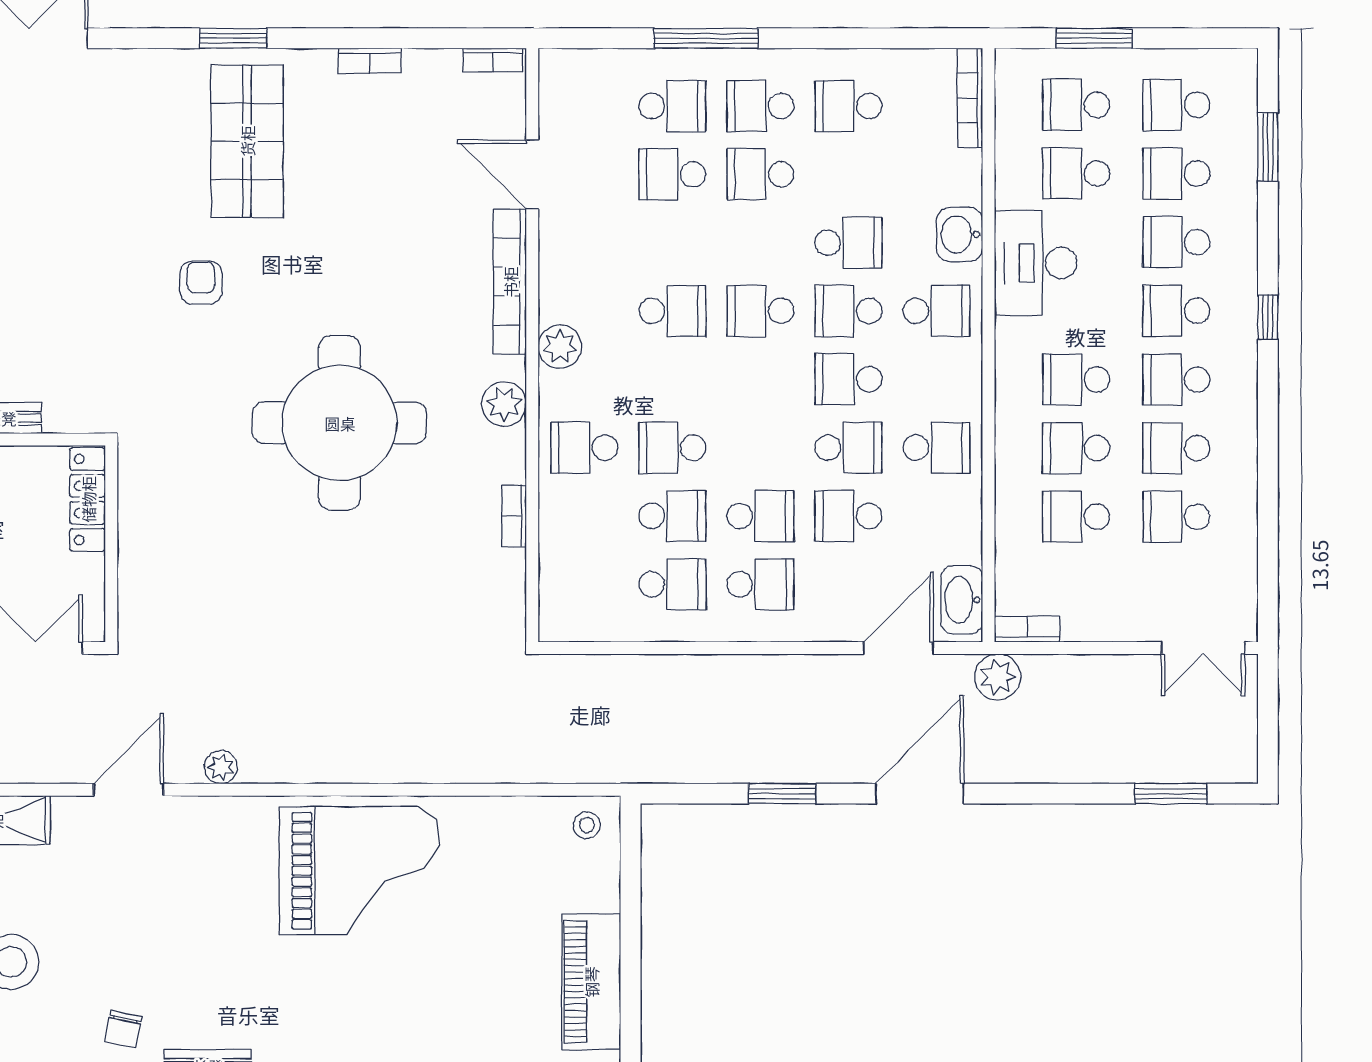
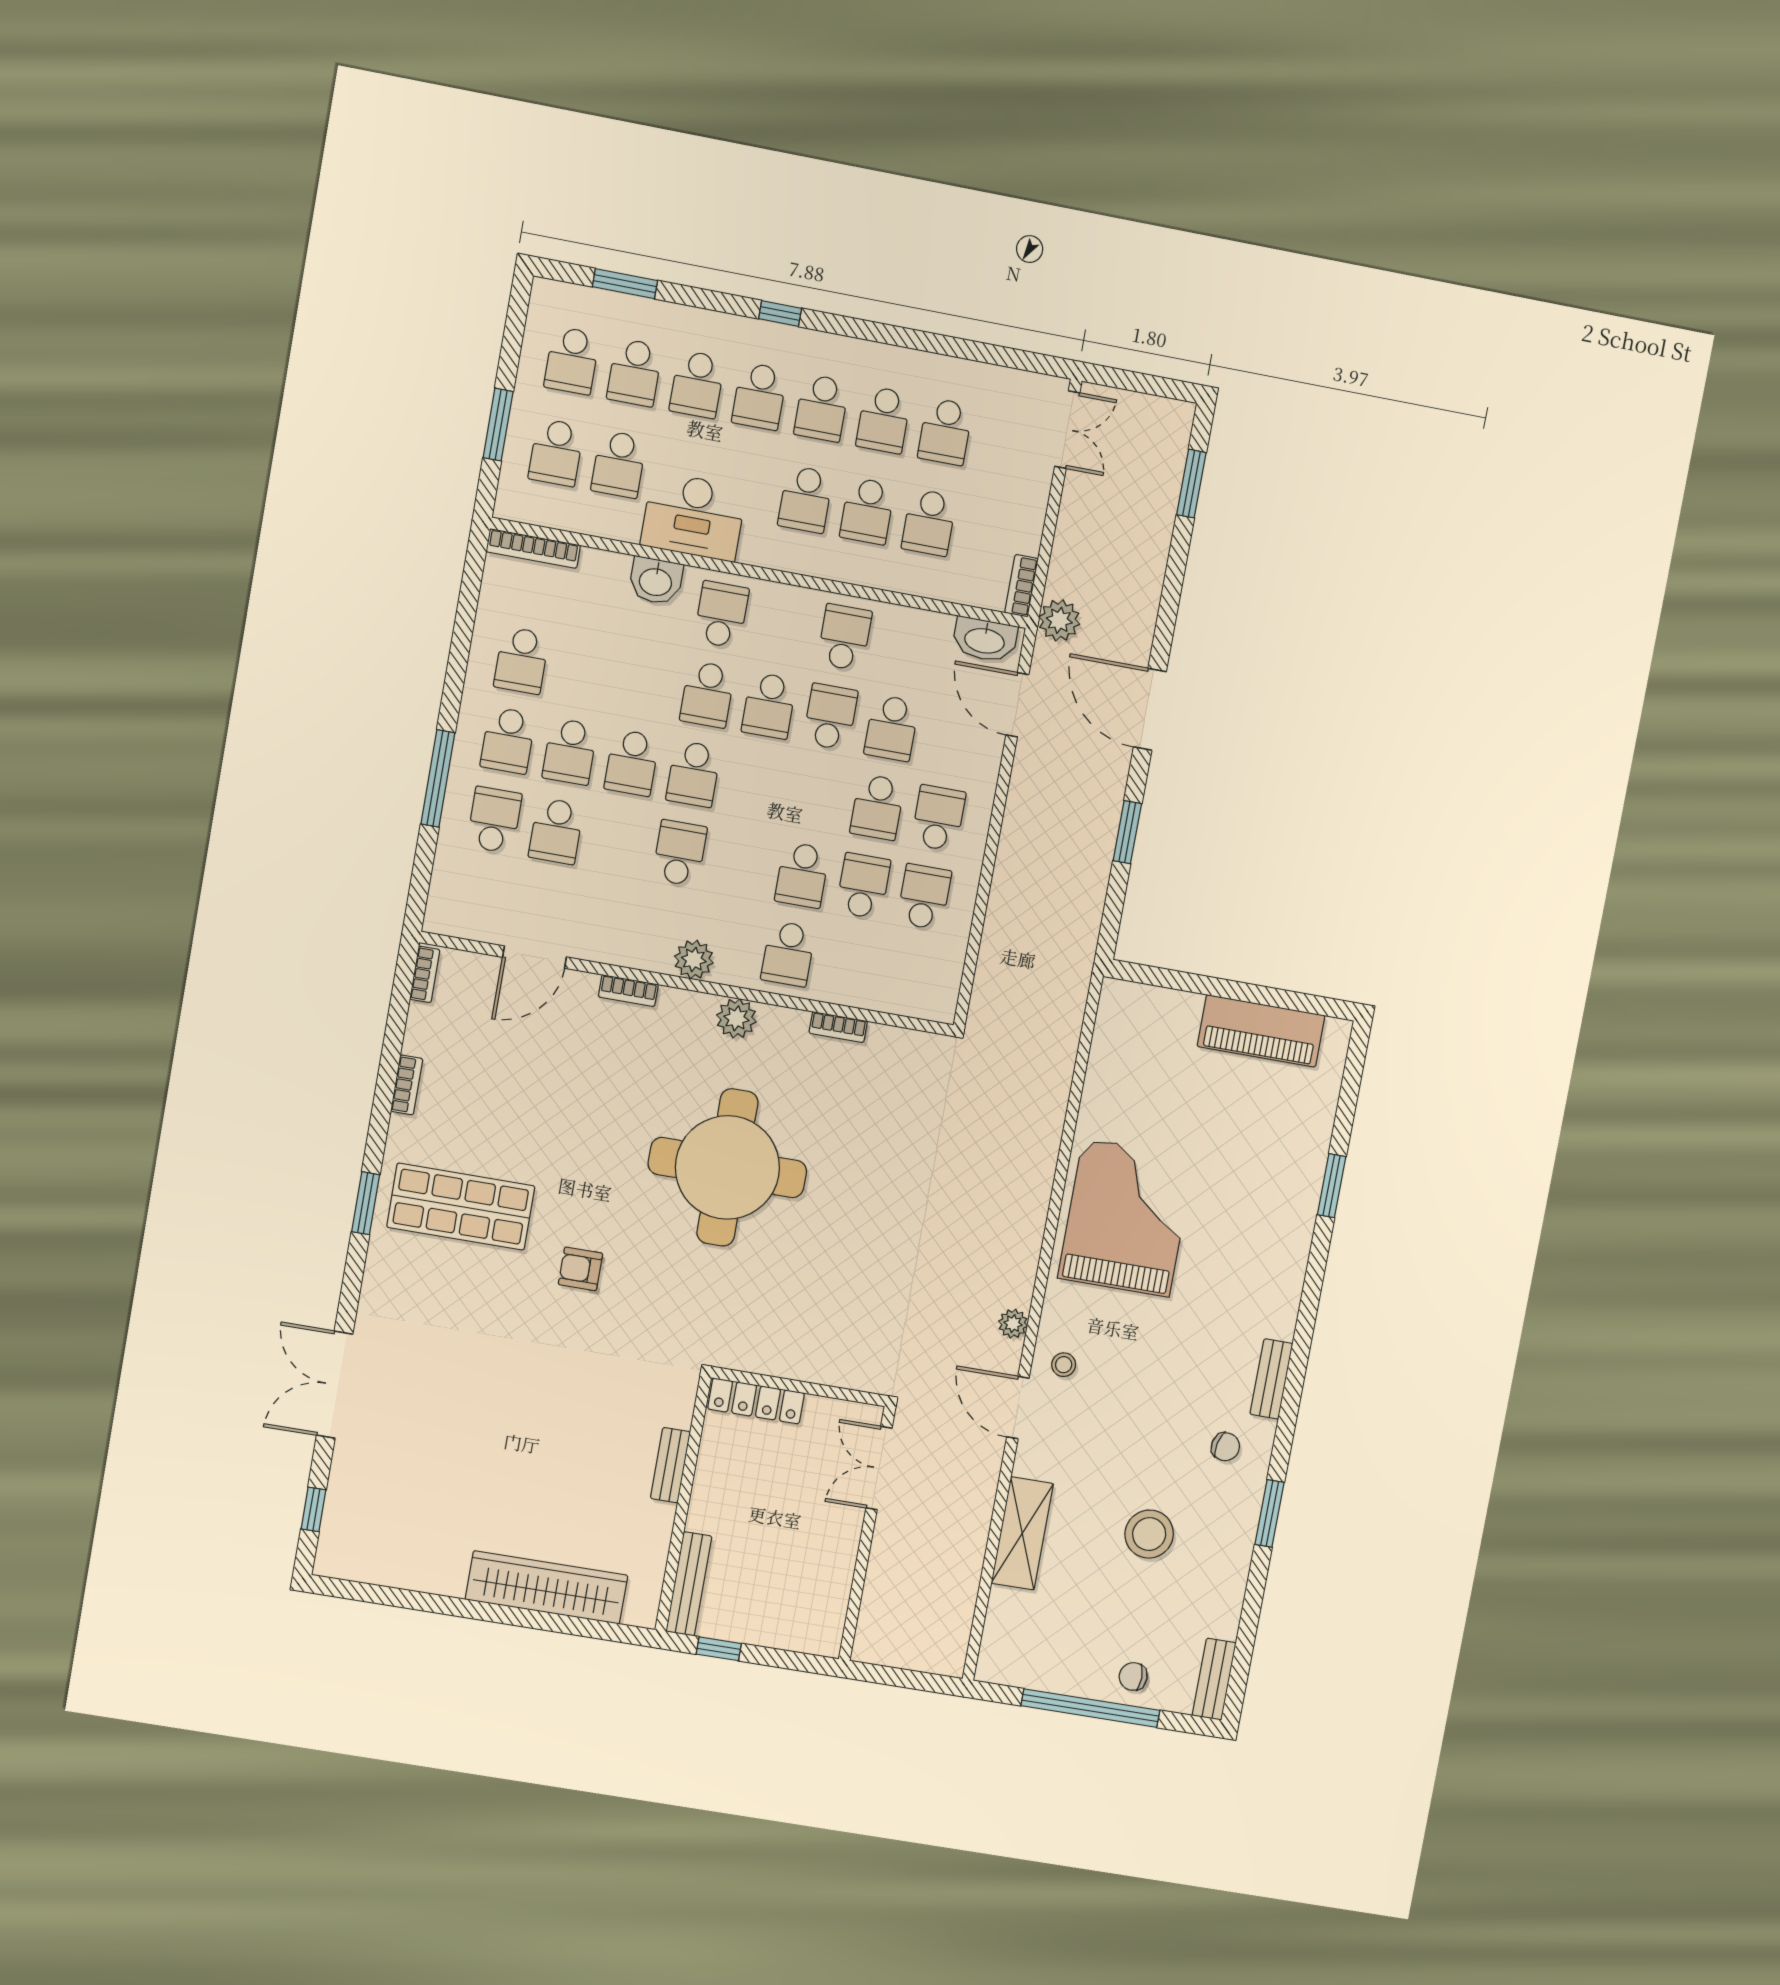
school desk: (848, 243) -> (632, 763), moved, turned 180
bookcase: (510, 282) -> (628, 991), width x0.43, depth x0.76
school desk: (760, 516) -> (877, 807), turned 180
stool: (587, 825) -> (1064, 1365), moved

